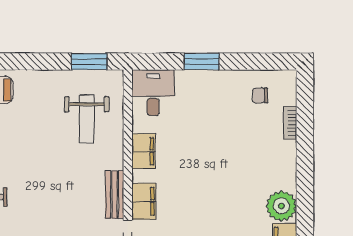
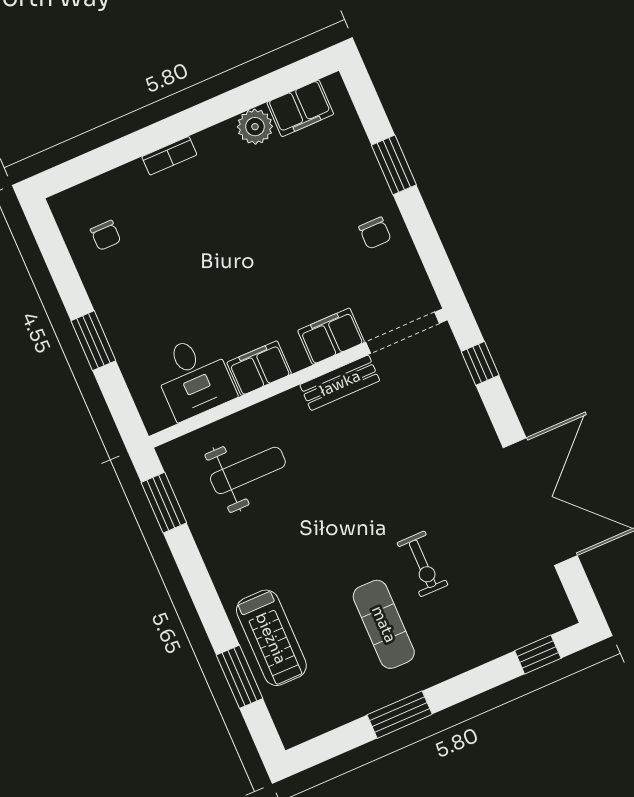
desk: (153, 93) -> (194, 377), moved, turned -90
bookcase: (290, 123) -> (169, 156), moved
plant: (281, 206) -> (255, 127), width x0.73, depth x0.73

